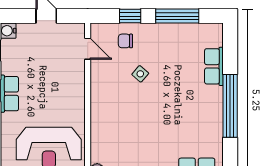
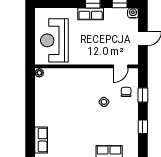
window: (177, 16) -> (143, 127), width x0.46

